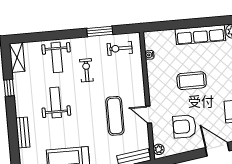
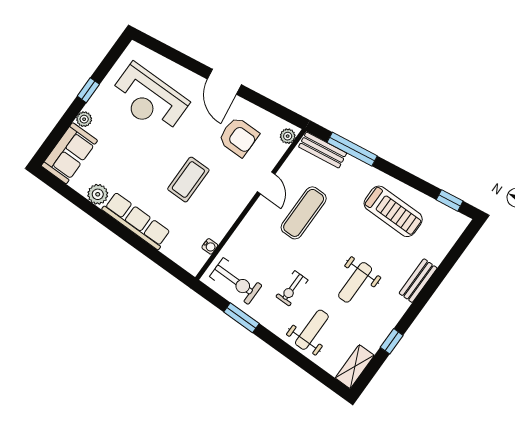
exercise bike: (120, 48) -> (236, 281), width x1.38, depth x1.39
coffee table: (192, 81) -> (188, 180), turned 90

